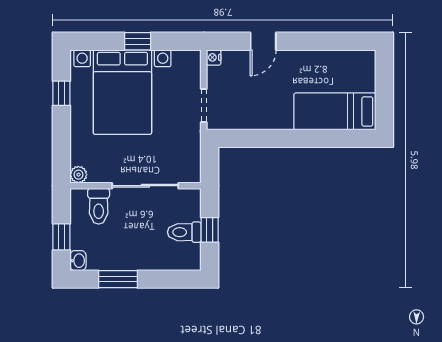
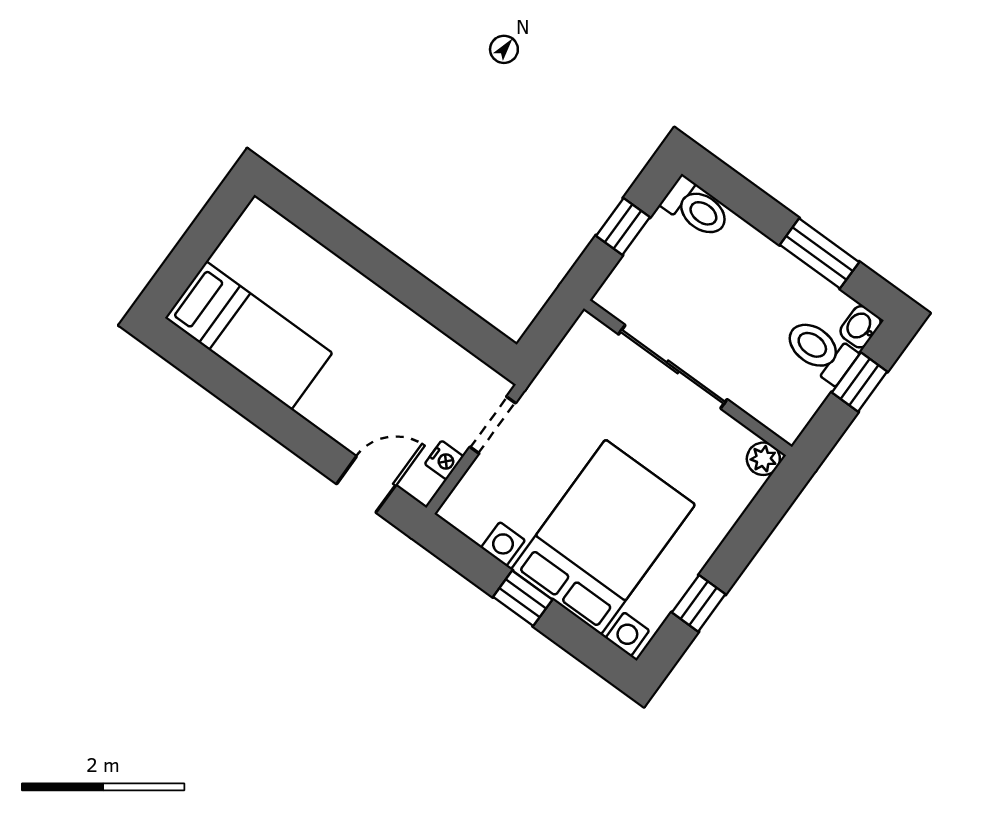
door: (263, 41) -> (366, 484), moved
nightstand: (214, 57) -> (444, 460), moved
bed: (335, 111) -> (249, 336), moved
toilet: (99, 206) -> (820, 350), moved, turned -90
toilet: (184, 232) -> (696, 208), moved

